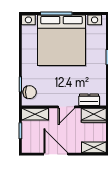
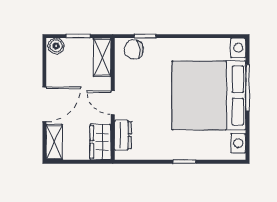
chair: (30, 92) -> (134, 49), turned 90
boiler: (27, 146) -> (56, 46), added
door: (56, 154) -> (44, 104), moved

